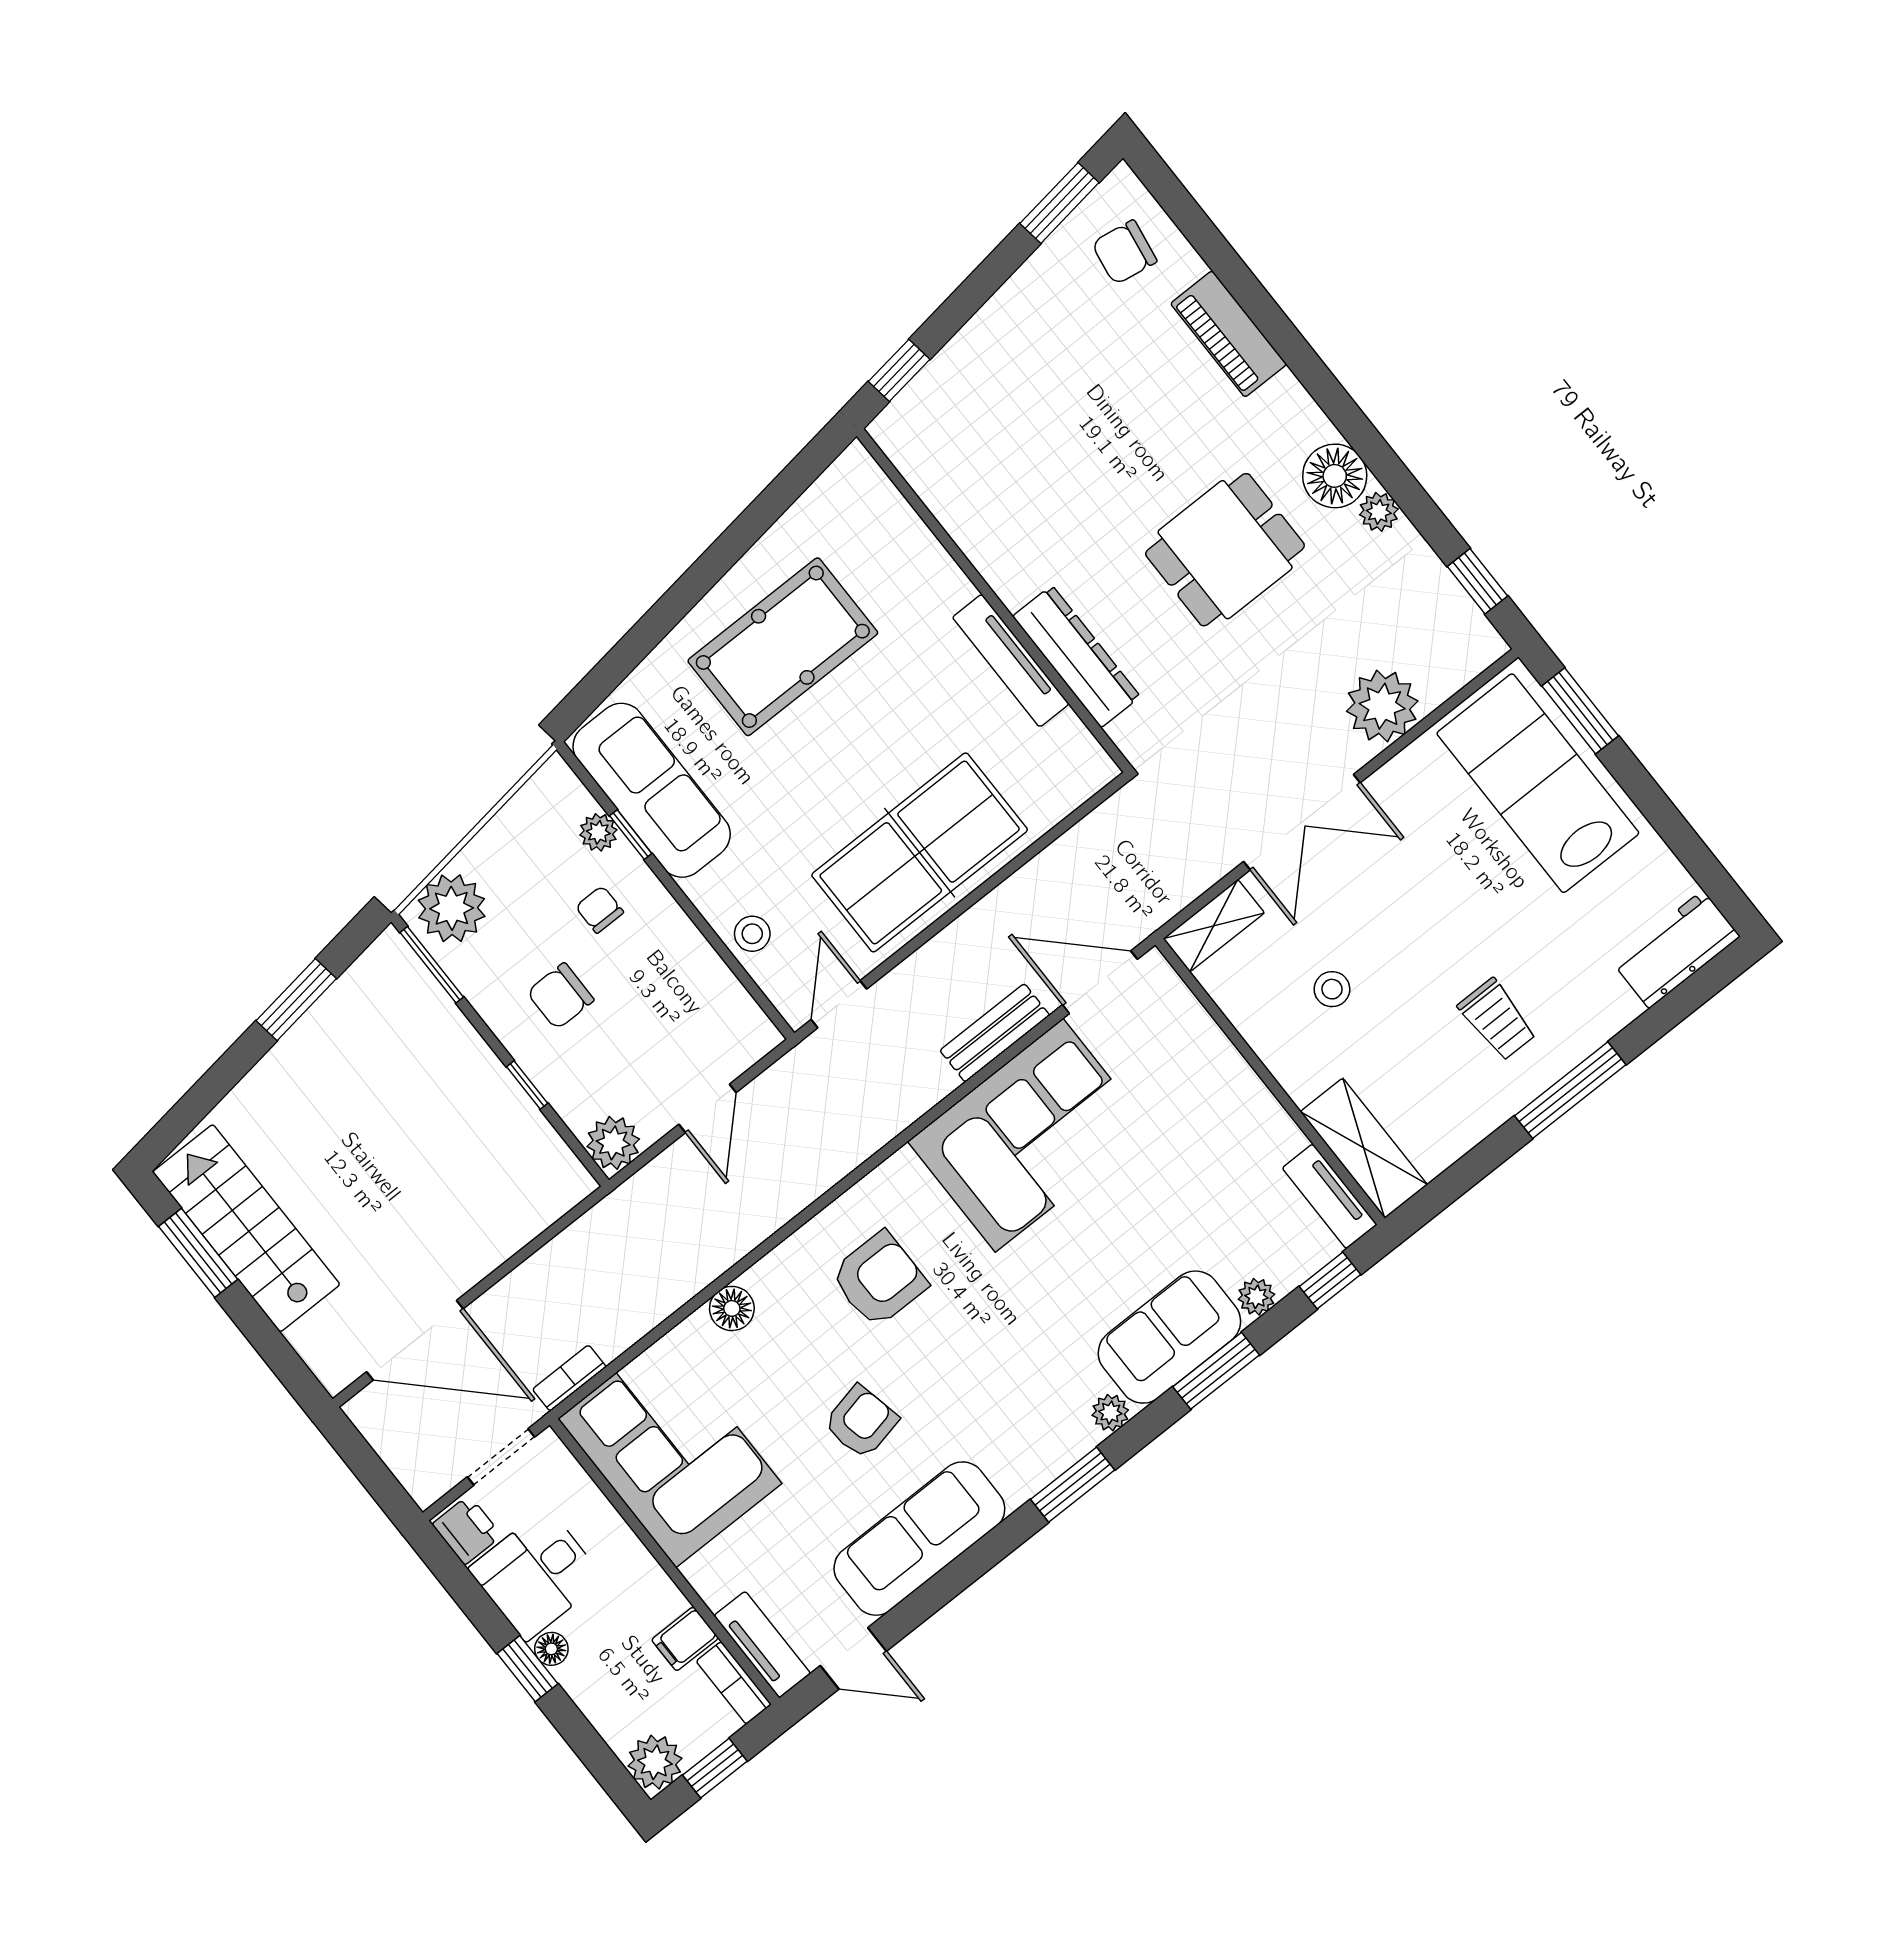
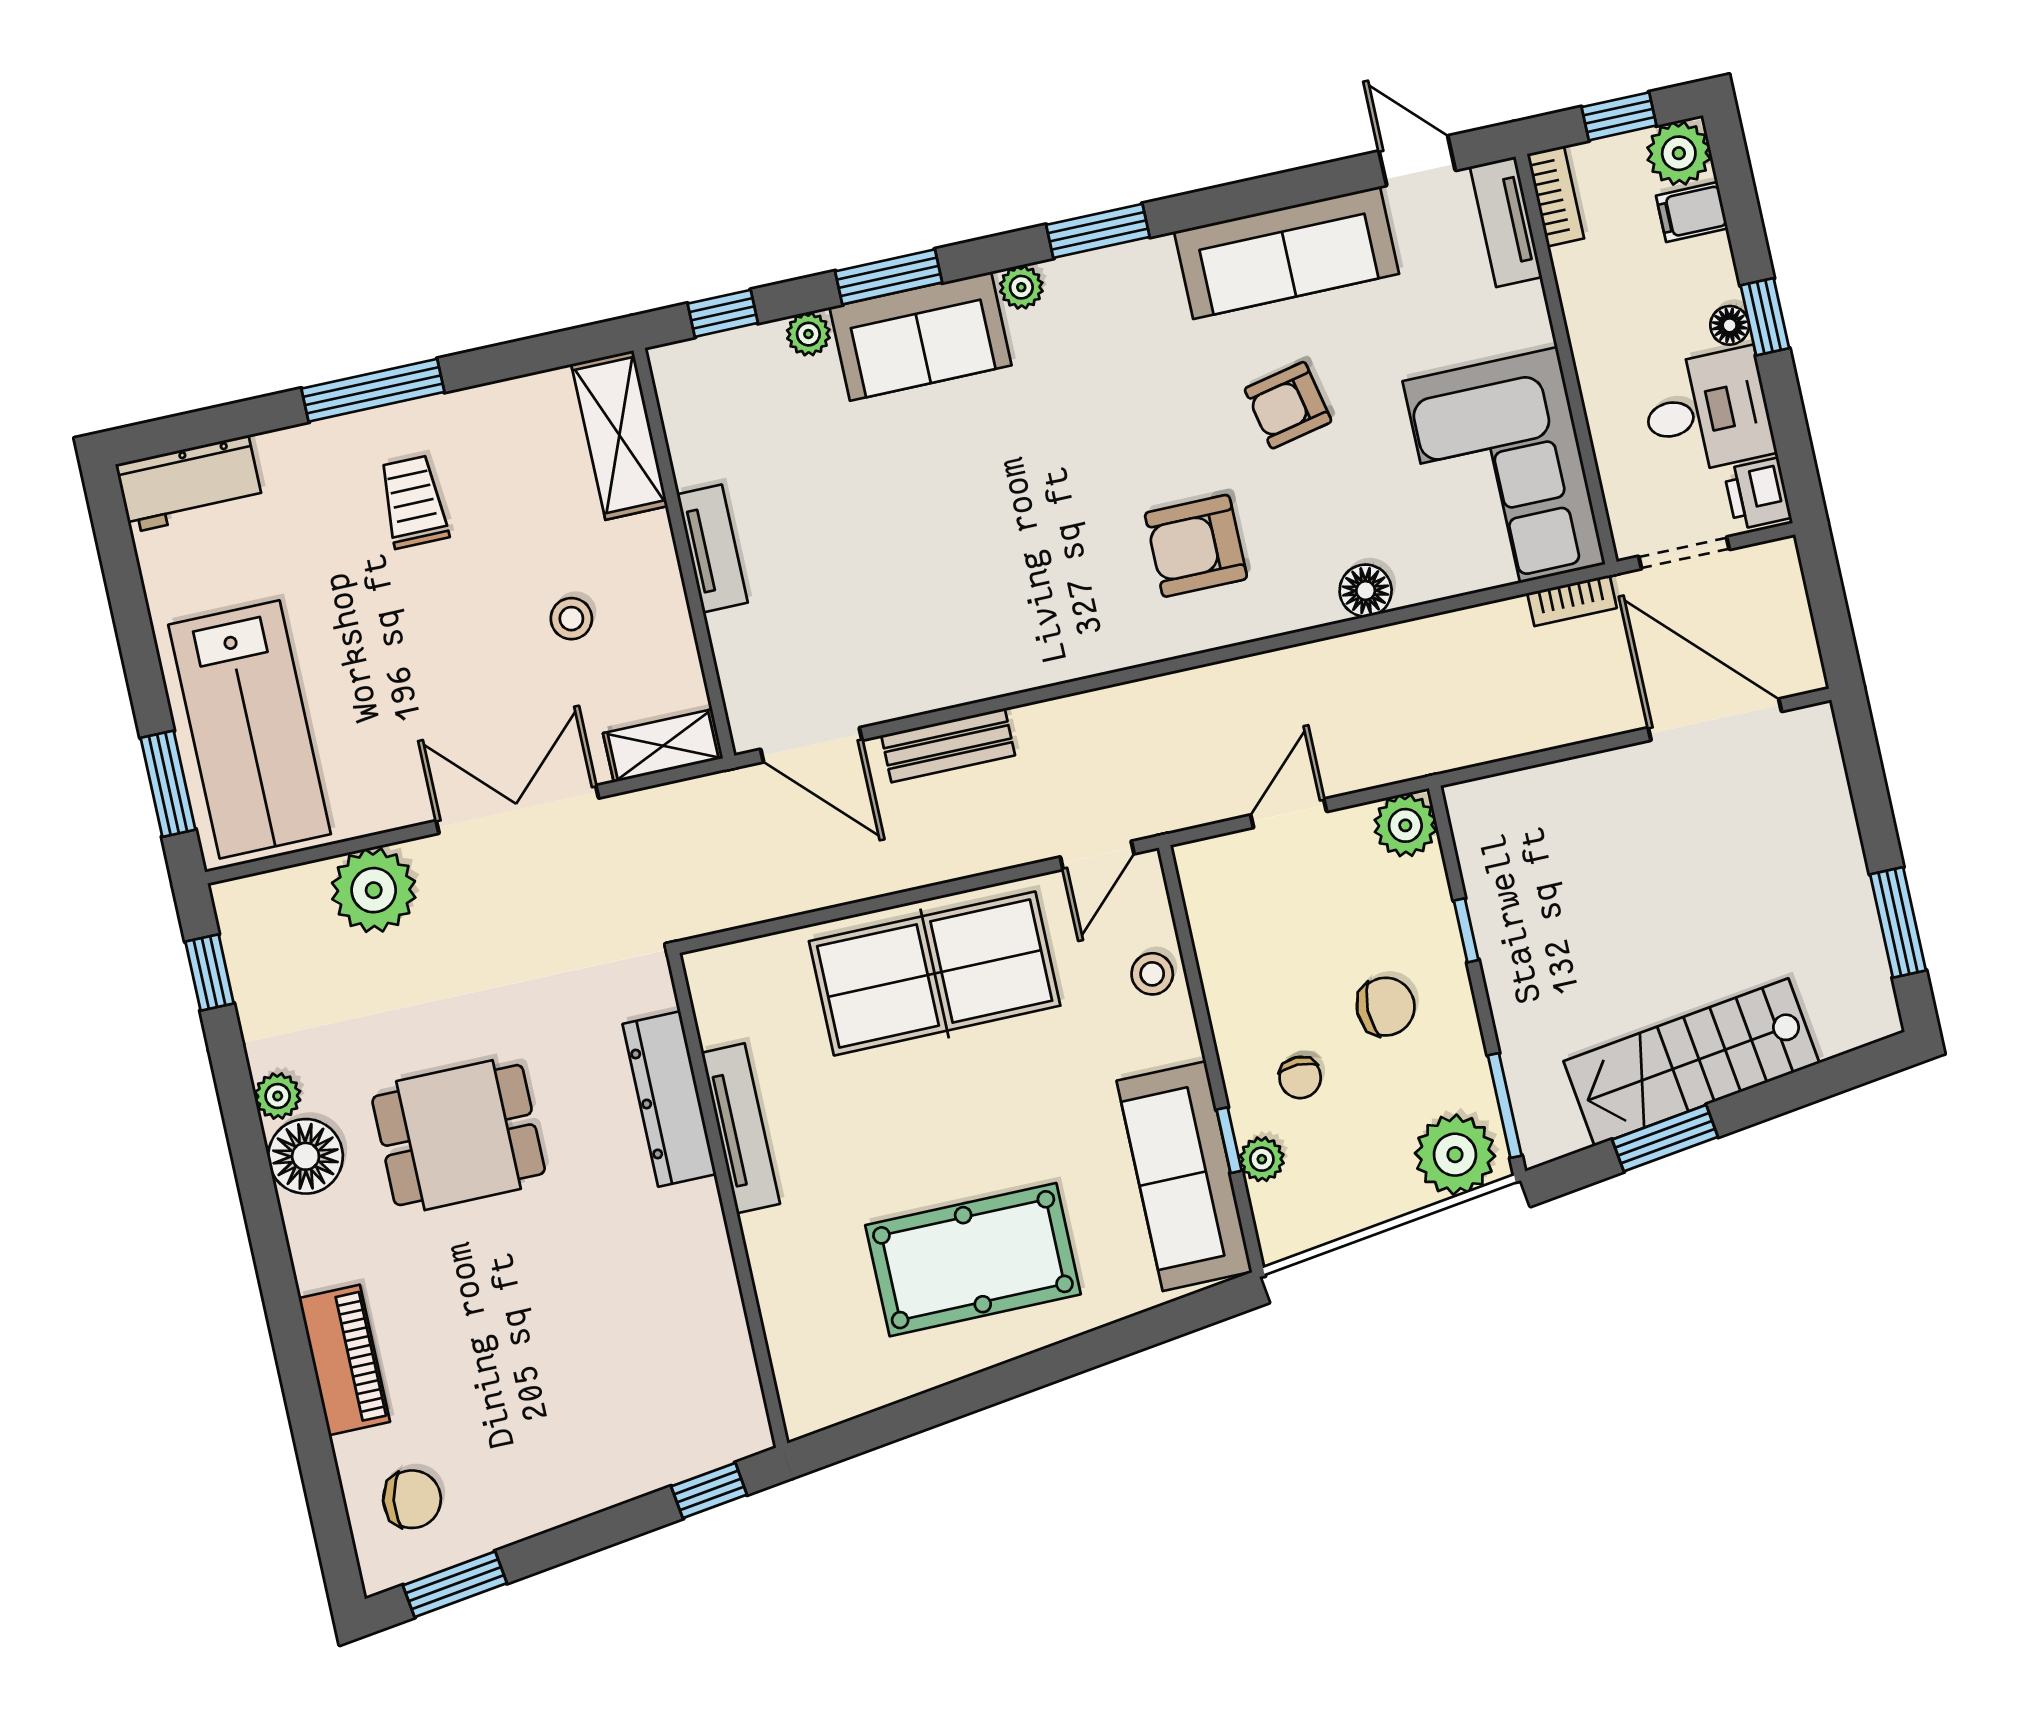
corner sofa: (1029, 1135) -> (965, 620), removed
tv unit: (1330, 1196) -> (712, 549), moved
stairs: (246, 1228) -> (1691, 1062), moved, turned 82
filing cabinet: (685, 1639) -> (1692, 212), moved, turned 180

